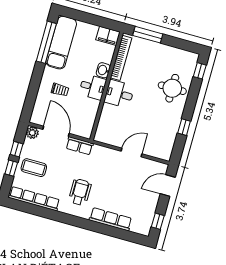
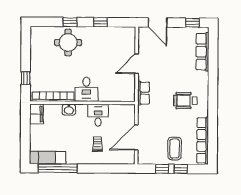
window: (148, 35) -> (26, 78), width x0.46
exam couch: (61, 43) -> (48, 158), width x0.73, depth x0.69
window: (200, 71) -> (70, 22), moved
desk: (93, 87) -> (98, 115), moved
plant: (32, 133) -> (143, 159), removed
row of seats: (79, 146) -> (144, 93), moved
door: (131, 153) -> (137, 64), hinge flipped
row of seats: (111, 219) -> (202, 52), moved

